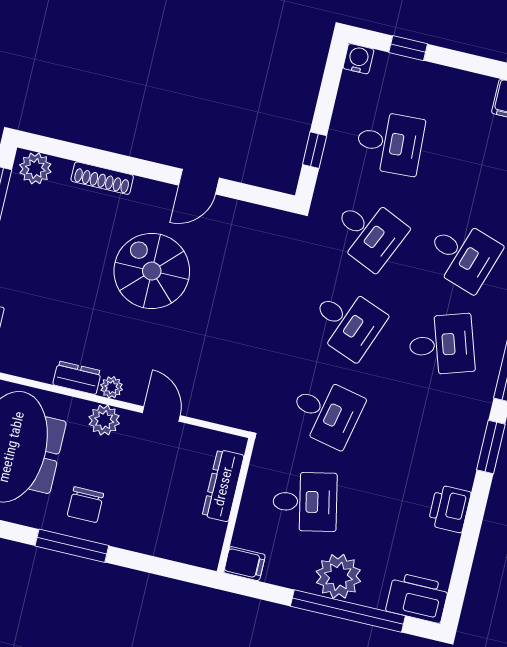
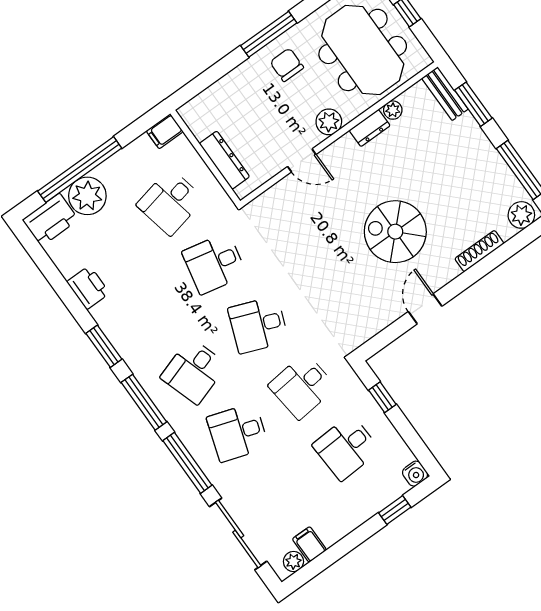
desk: (369, 233) -> (302, 386), turned -30
spiral stairs: (152, 271) -> (395, 232), turned 180
plant: (112, 387) -> (393, 110), moved
plant: (338, 576) -> (87, 196), moved

